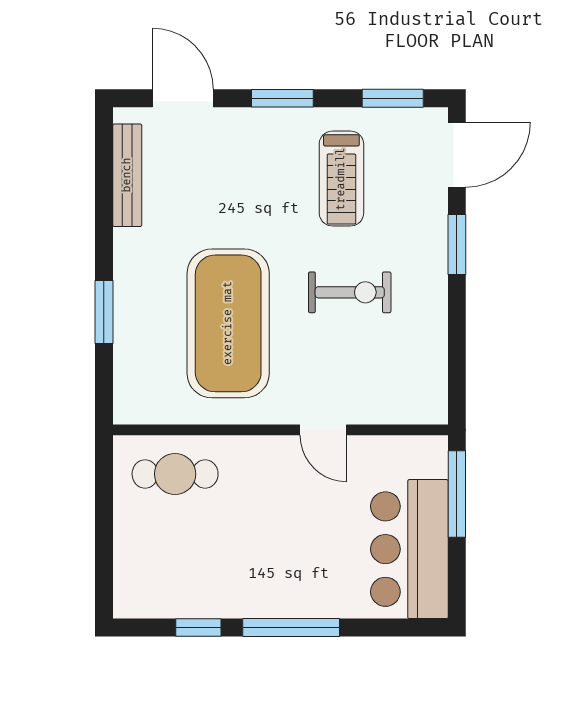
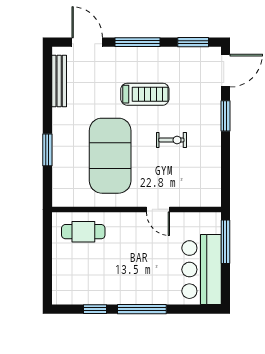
window: (282, 98) -> (137, 42), width x1.44
treadmill: (341, 179) -> (145, 94), moved, turned -90
exercise bike: (350, 292) -> (171, 140), width x0.73, depth x0.72

